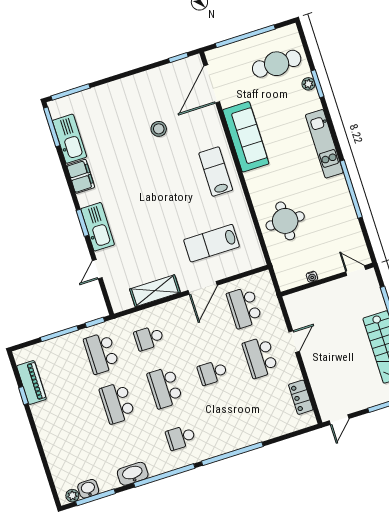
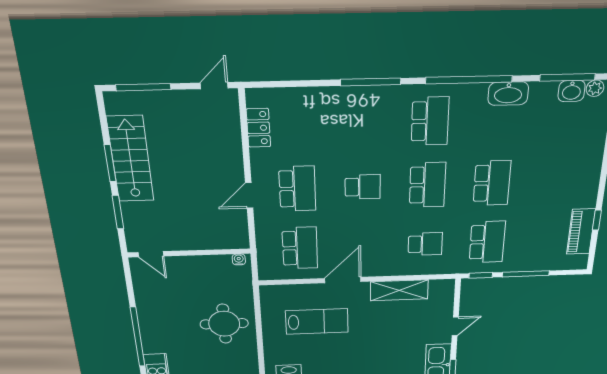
water cooler: (312, 277) -> (239, 259), moved
school desk: (181, 437) -> (430, 121), width x1.85
window: (232, 454) -> (371, 82), width x0.68

